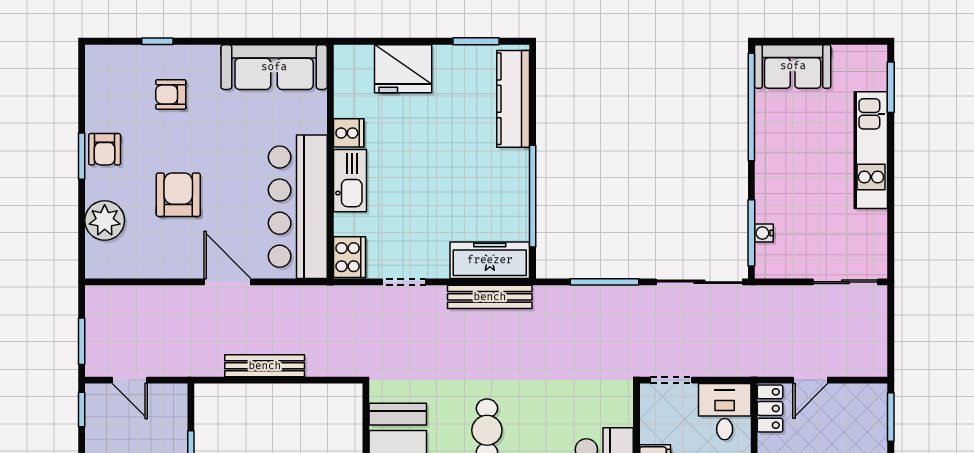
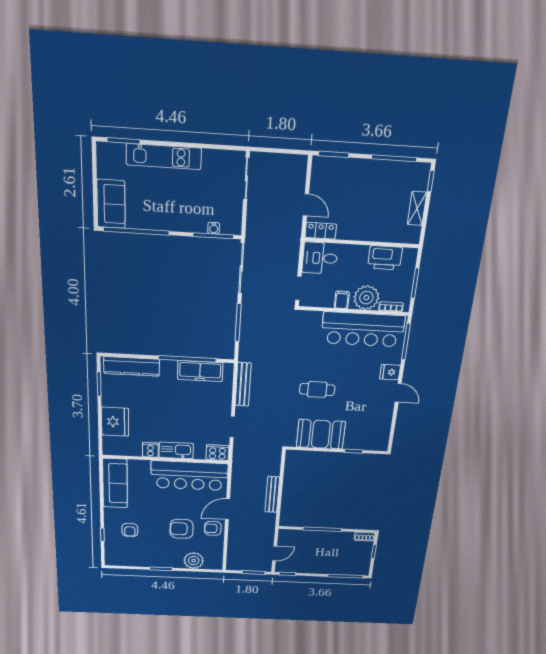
armchair: (105, 149) -> (213, 528), moved, turned 180
freezer: (490, 260) -> (200, 371), moved, turned -90

